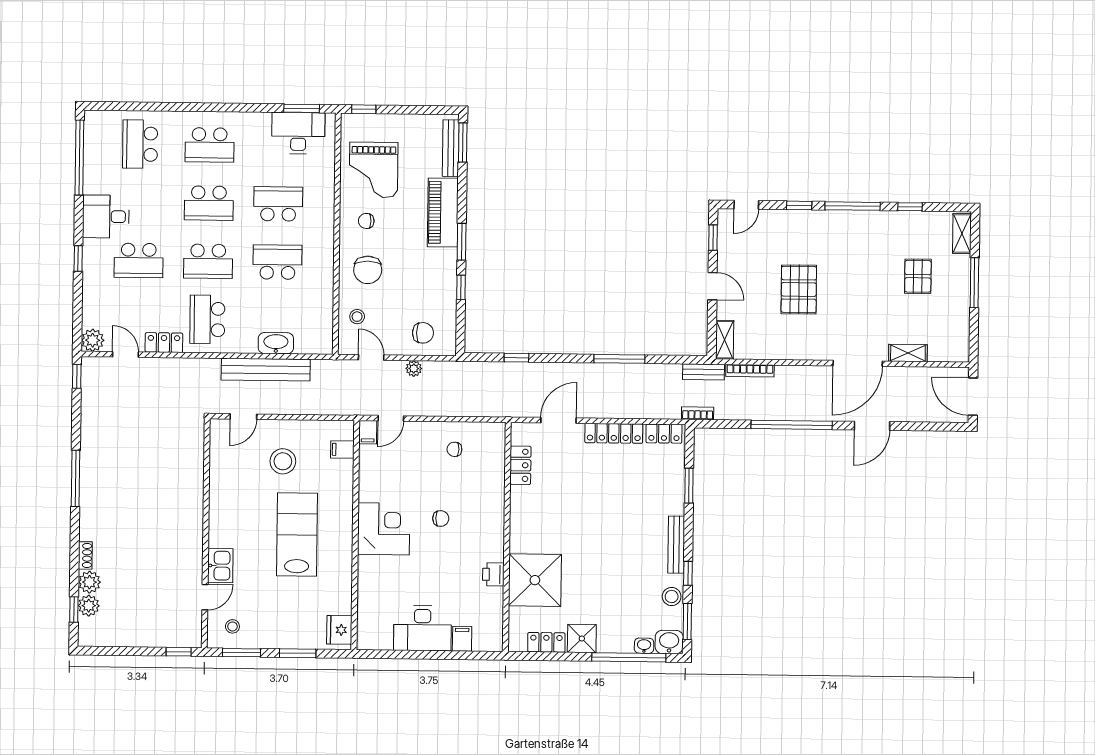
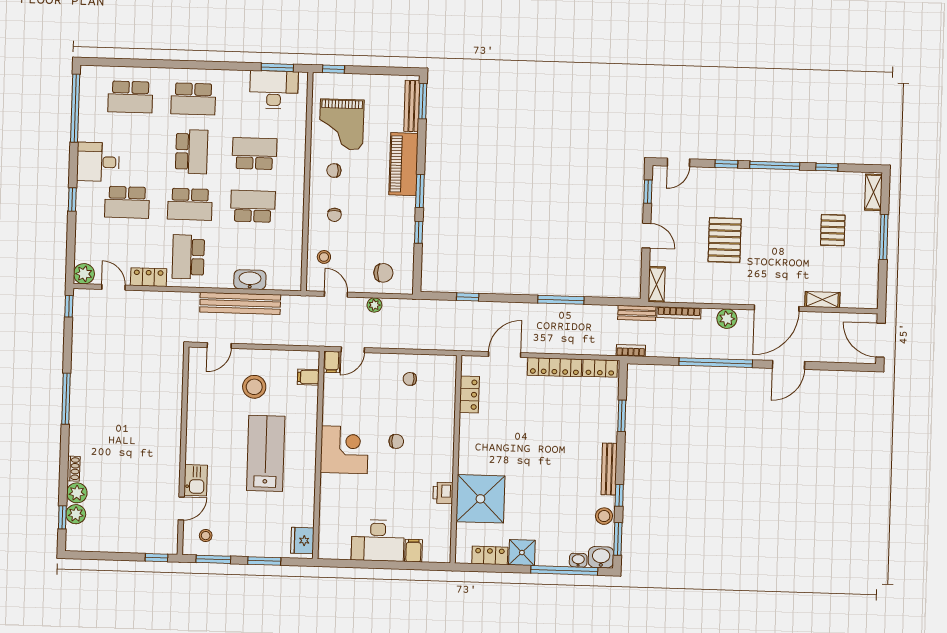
school desk: (140, 144) -> (130, 97), turned -90
school desk: (209, 203) -> (192, 152), turned -90
chair: (368, 270) -> (334, 215), width x0.54, depth x0.54
plant: (803, 376) -> (727, 319), added

